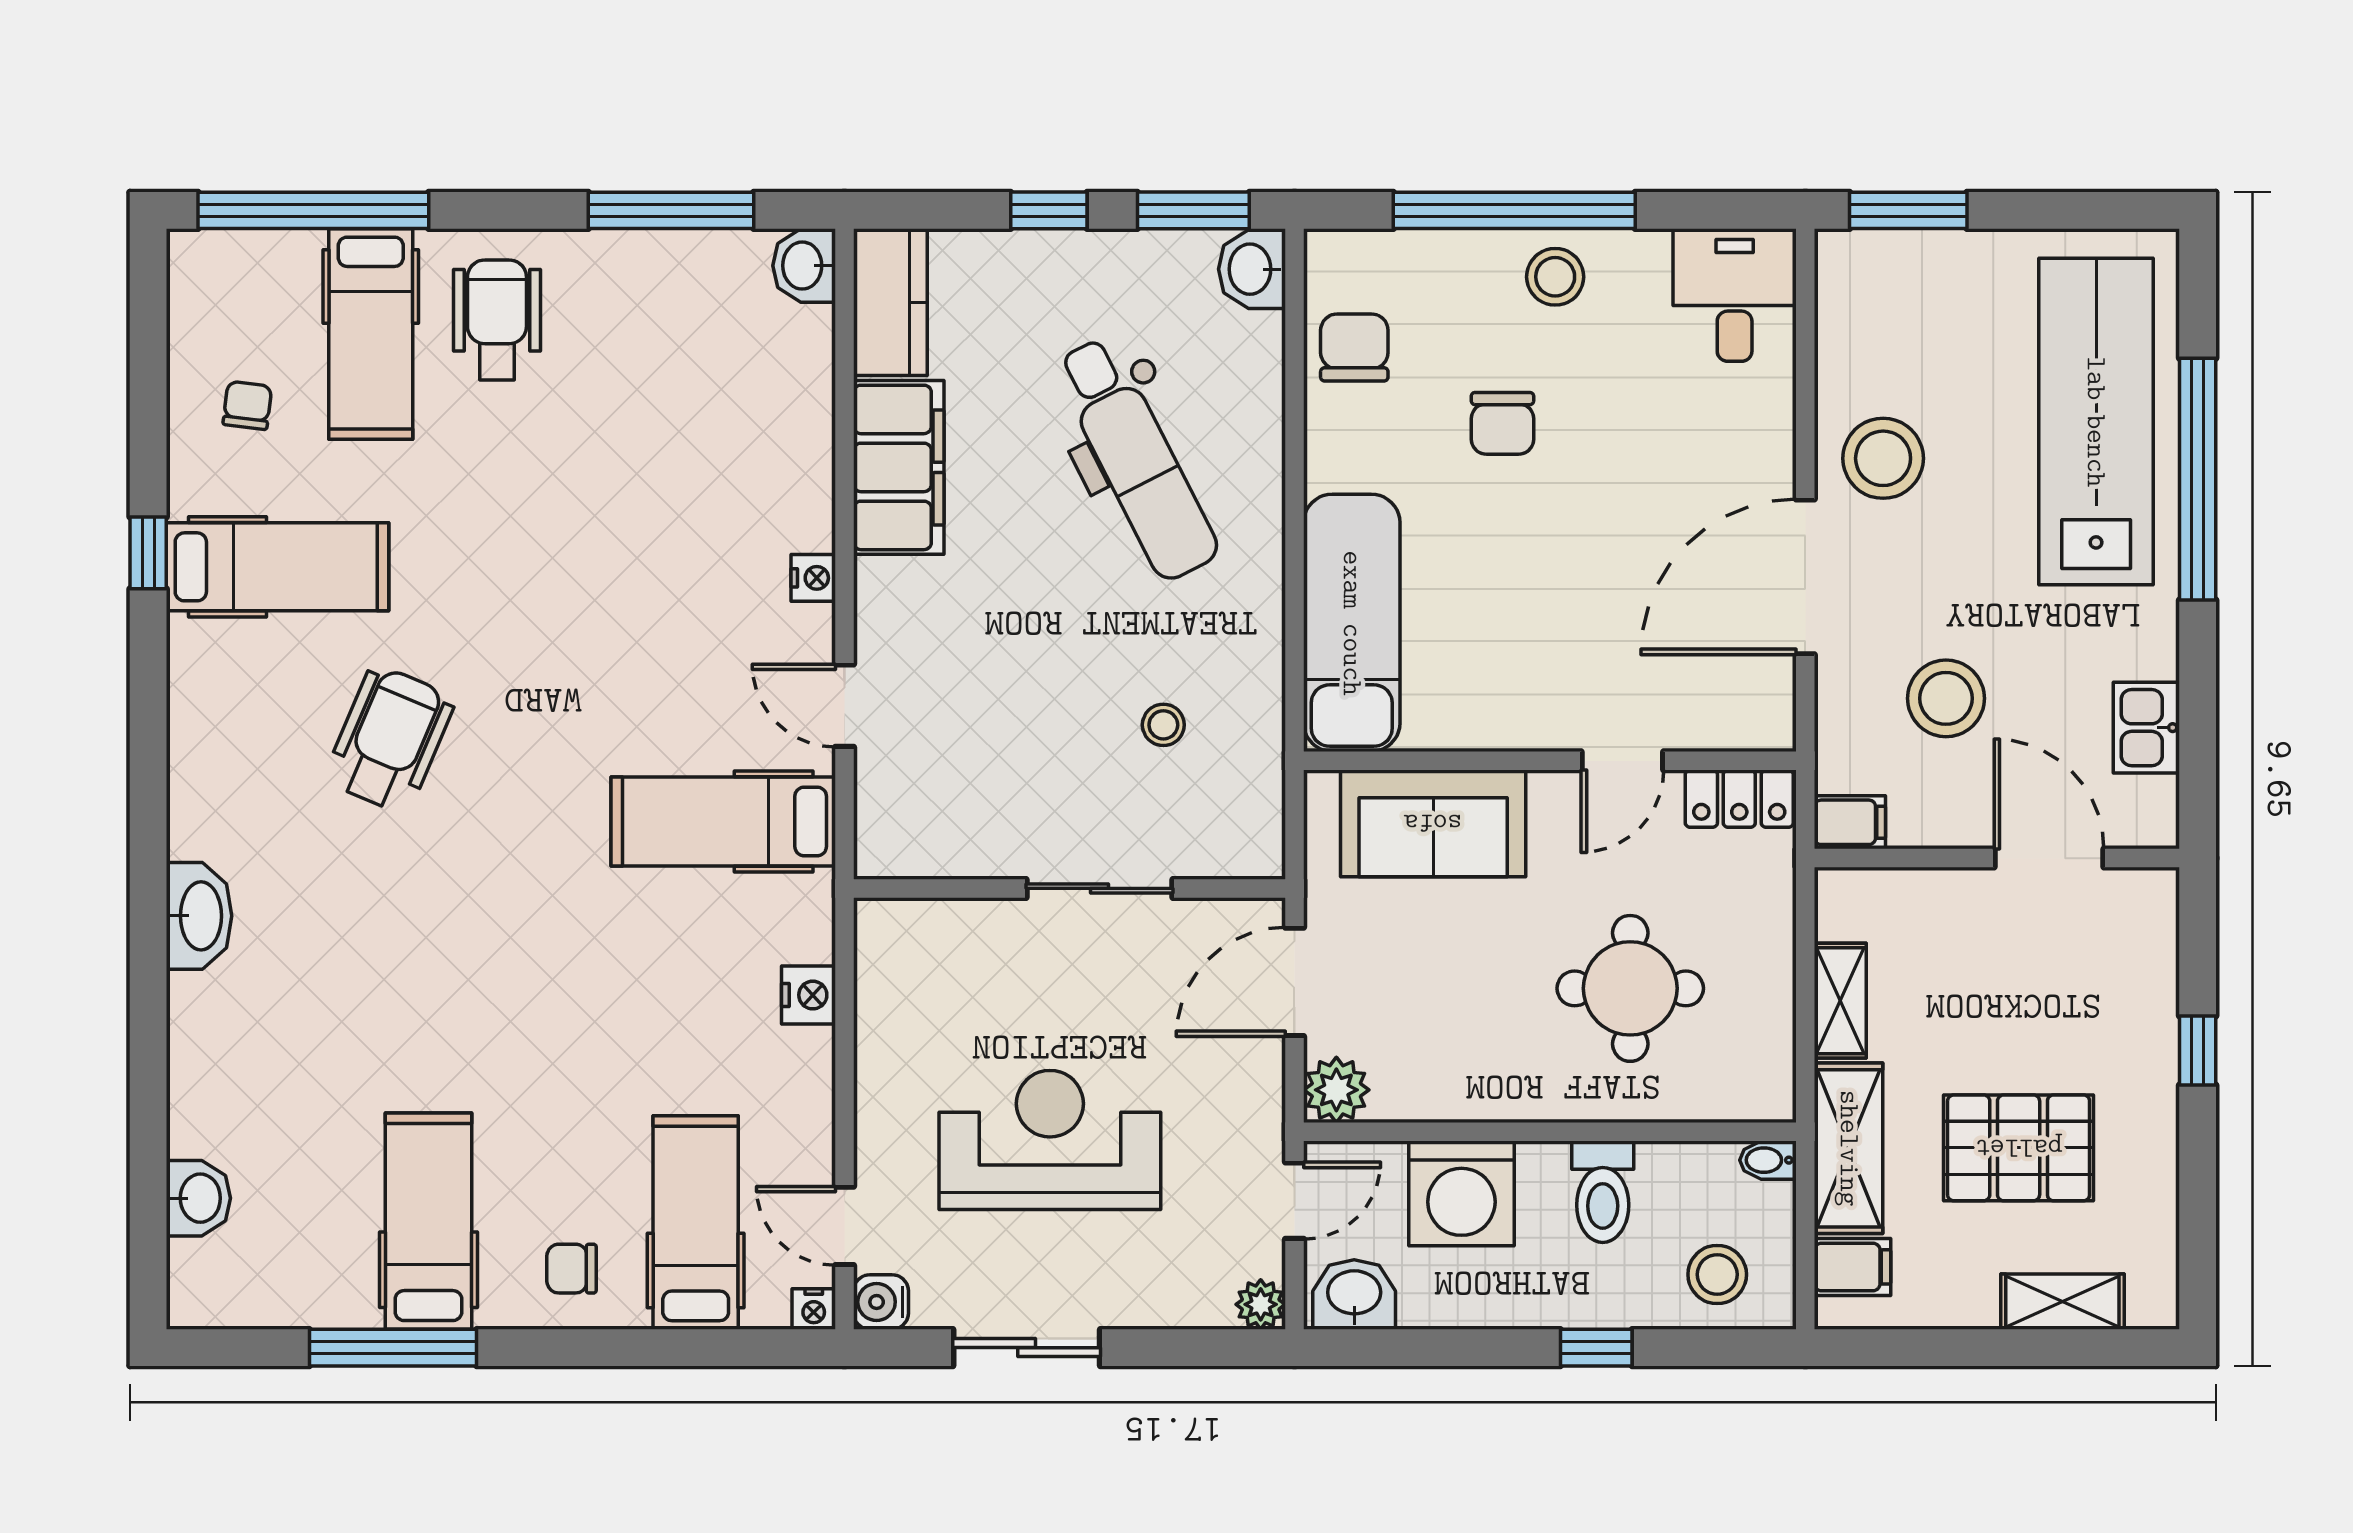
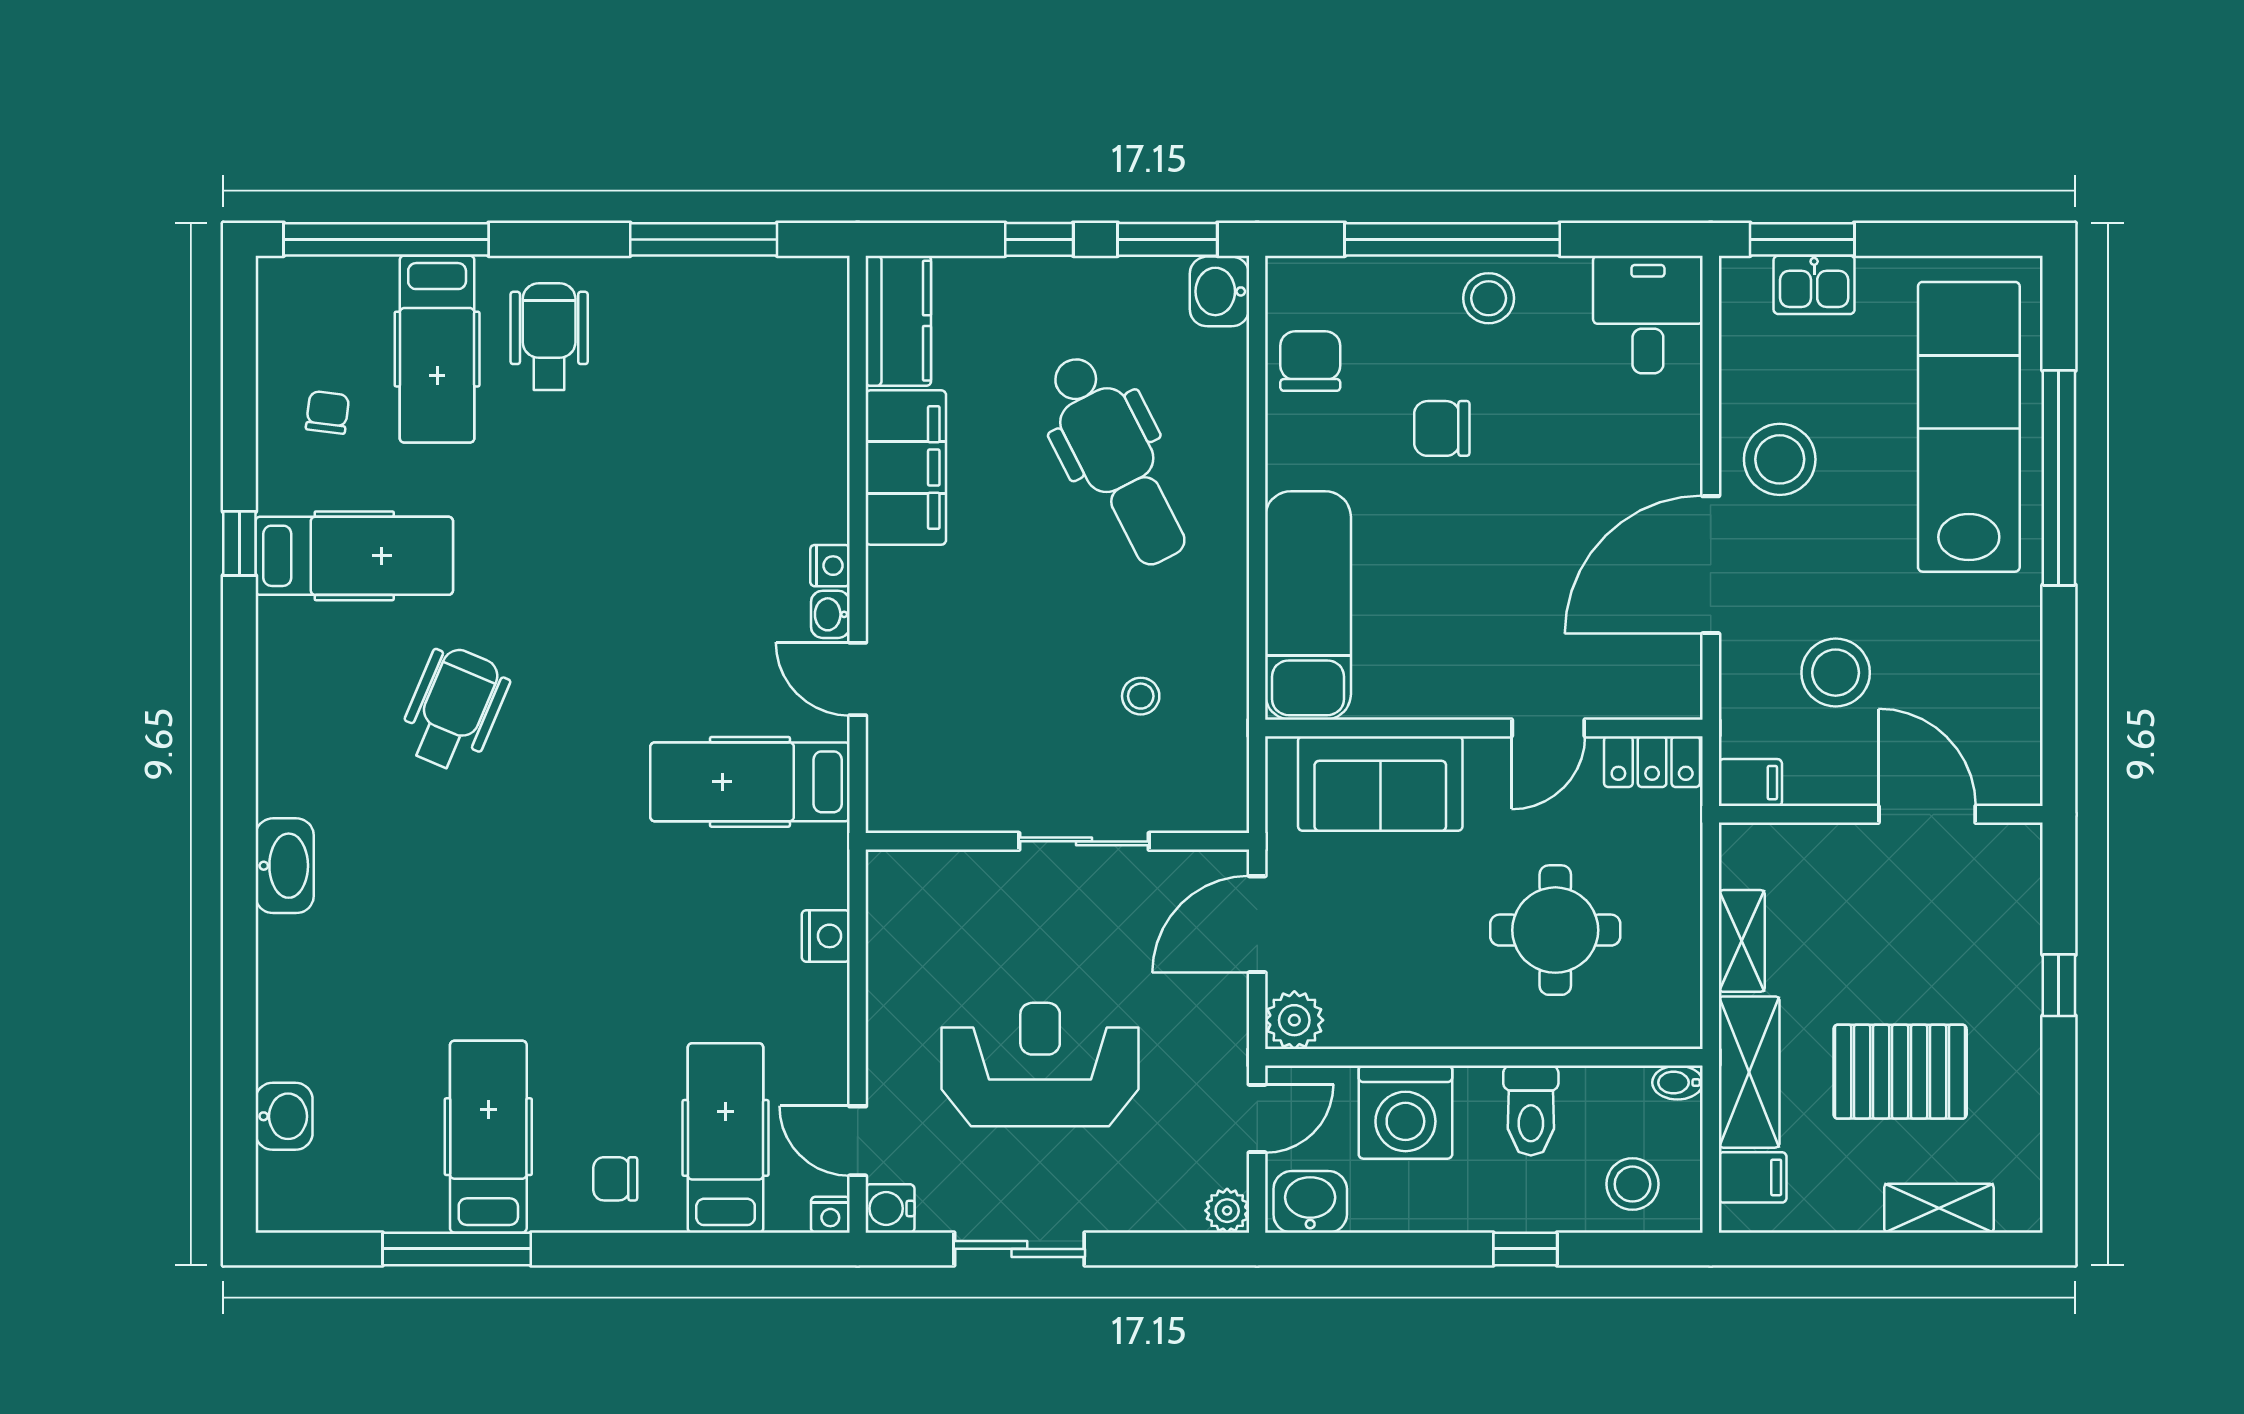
washbasin: (804, 266) -> (830, 614), moved, width x0.72, depth x0.69
chair: (1502, 423) -> (1442, 428), turned 90
kitchen sink: (2146, 728) -> (1814, 285), moved, turned -90

